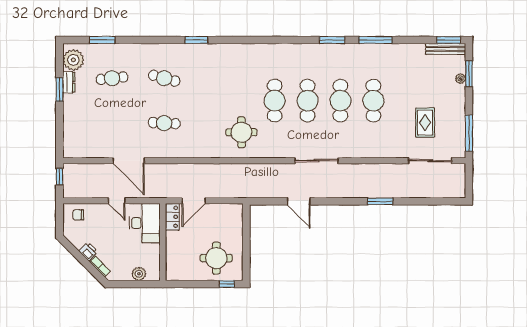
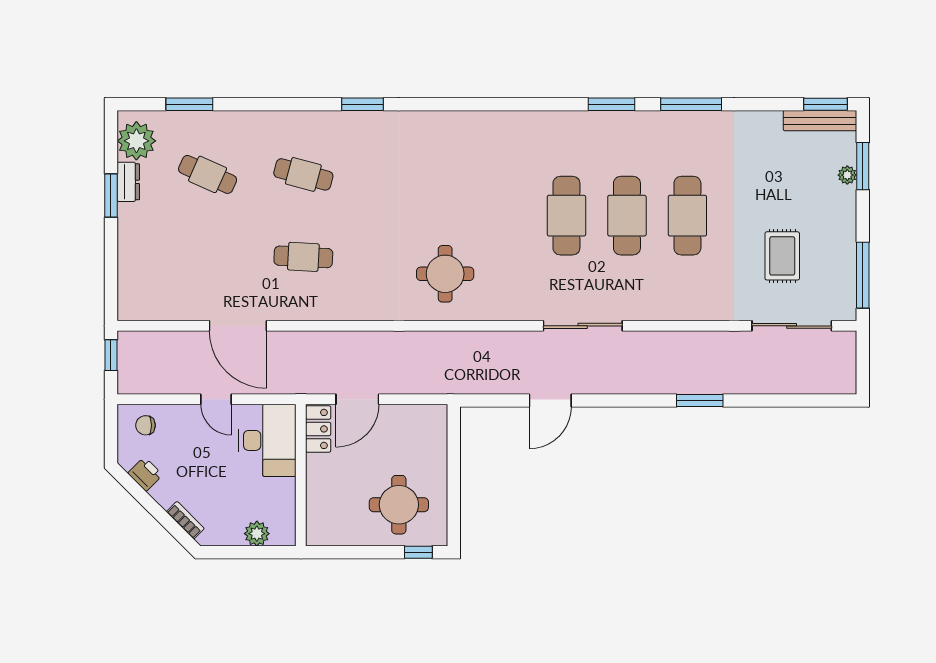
cafe table: (112, 78) -> (208, 174), turned 30
cafe table: (275, 101) -> (506, 216), removed
door: (299, 201) -> (550, 401), hinge flipped
printer: (88, 251) -> (145, 474), moved

